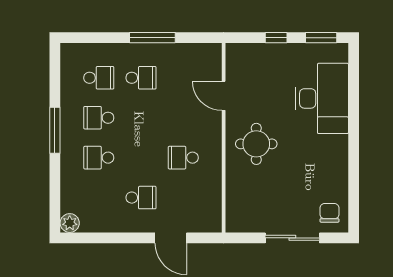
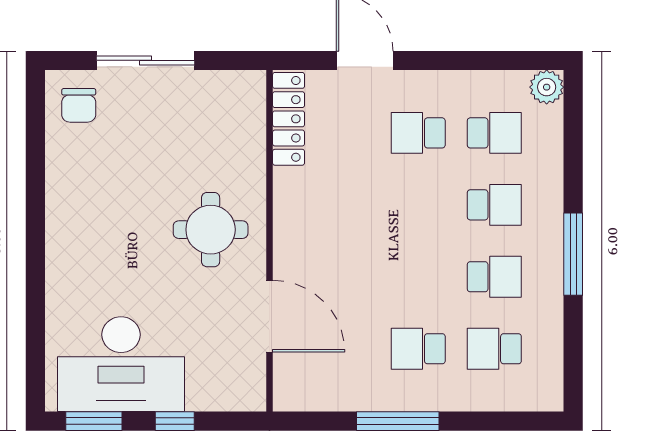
door: (224, 96) -> (269, 316), width x1.36
desk: (322, 98) -> (121, 364), moved, turned -90
school desk: (183, 158) -> (494, 133), moved
locker: (213, 205) -> (289, 119), added

